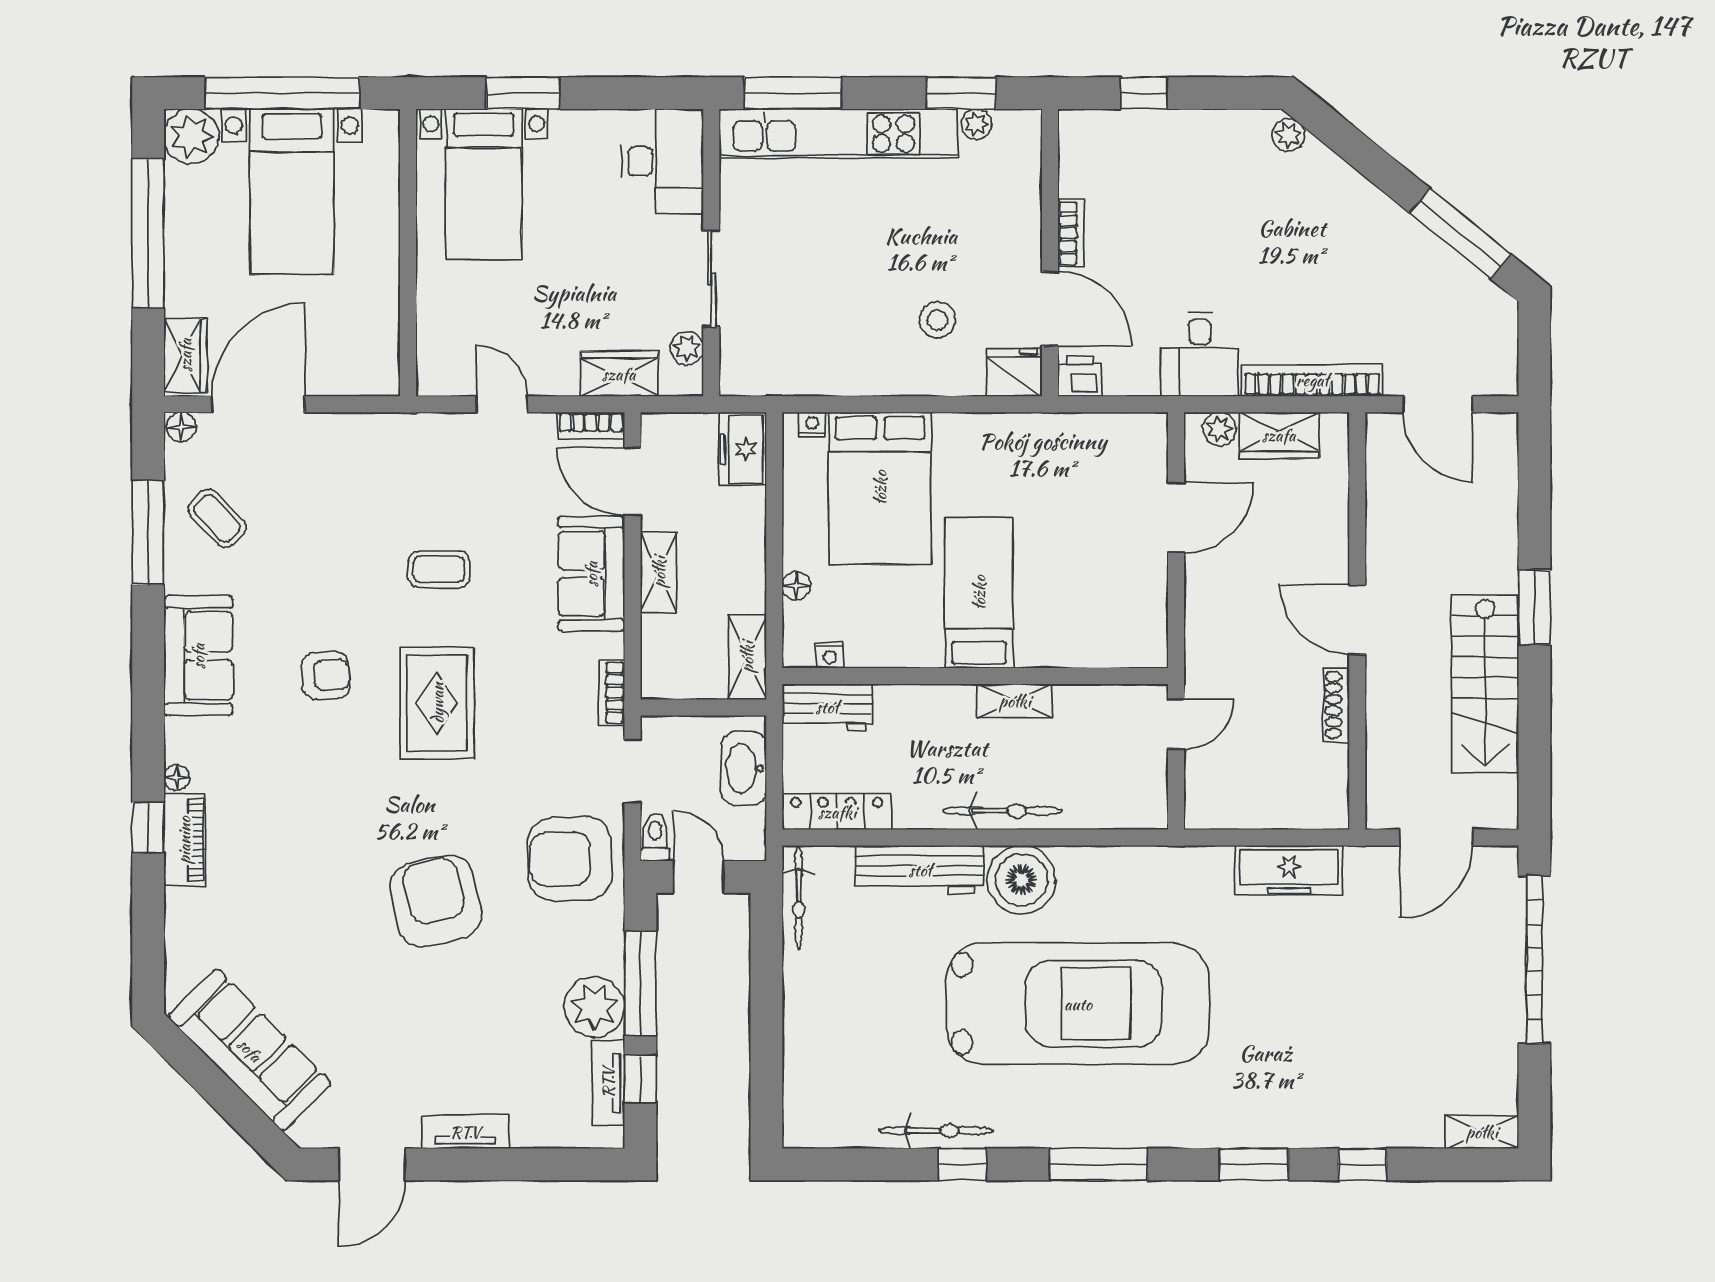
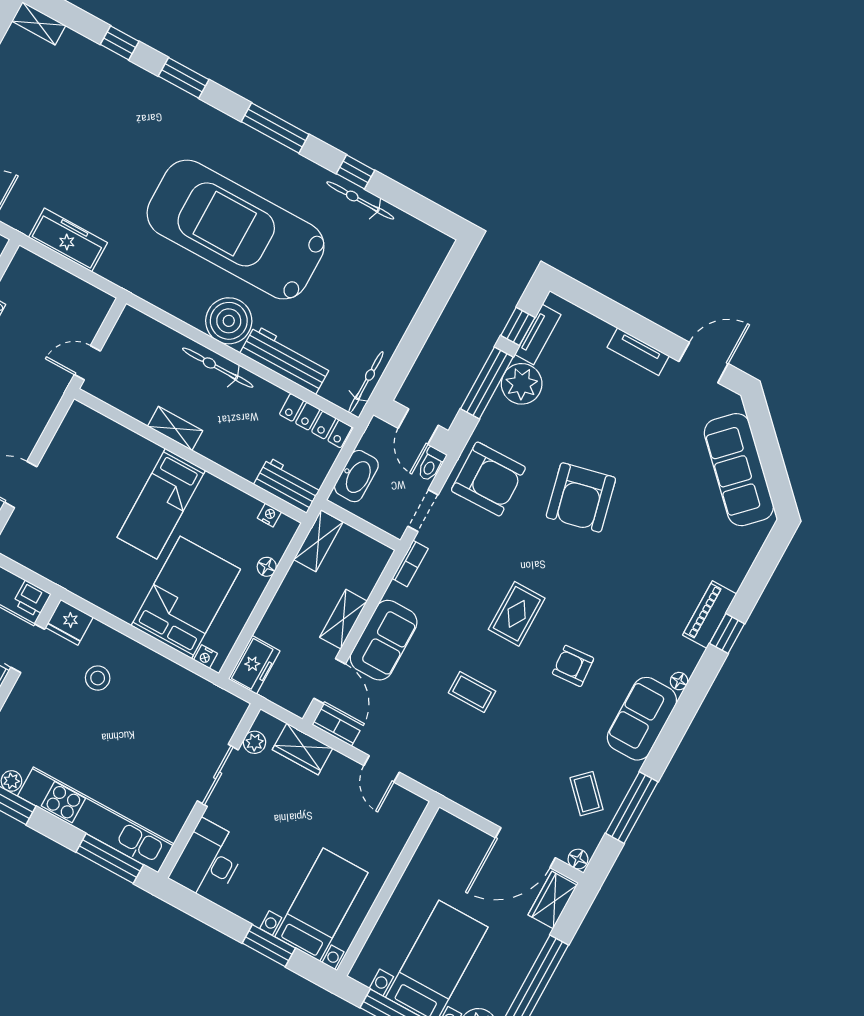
rug: (437, 703) -> (517, 614), width x0.73, depth x0.70
floor lamp: (177, 778) -> (679, 681), moved

